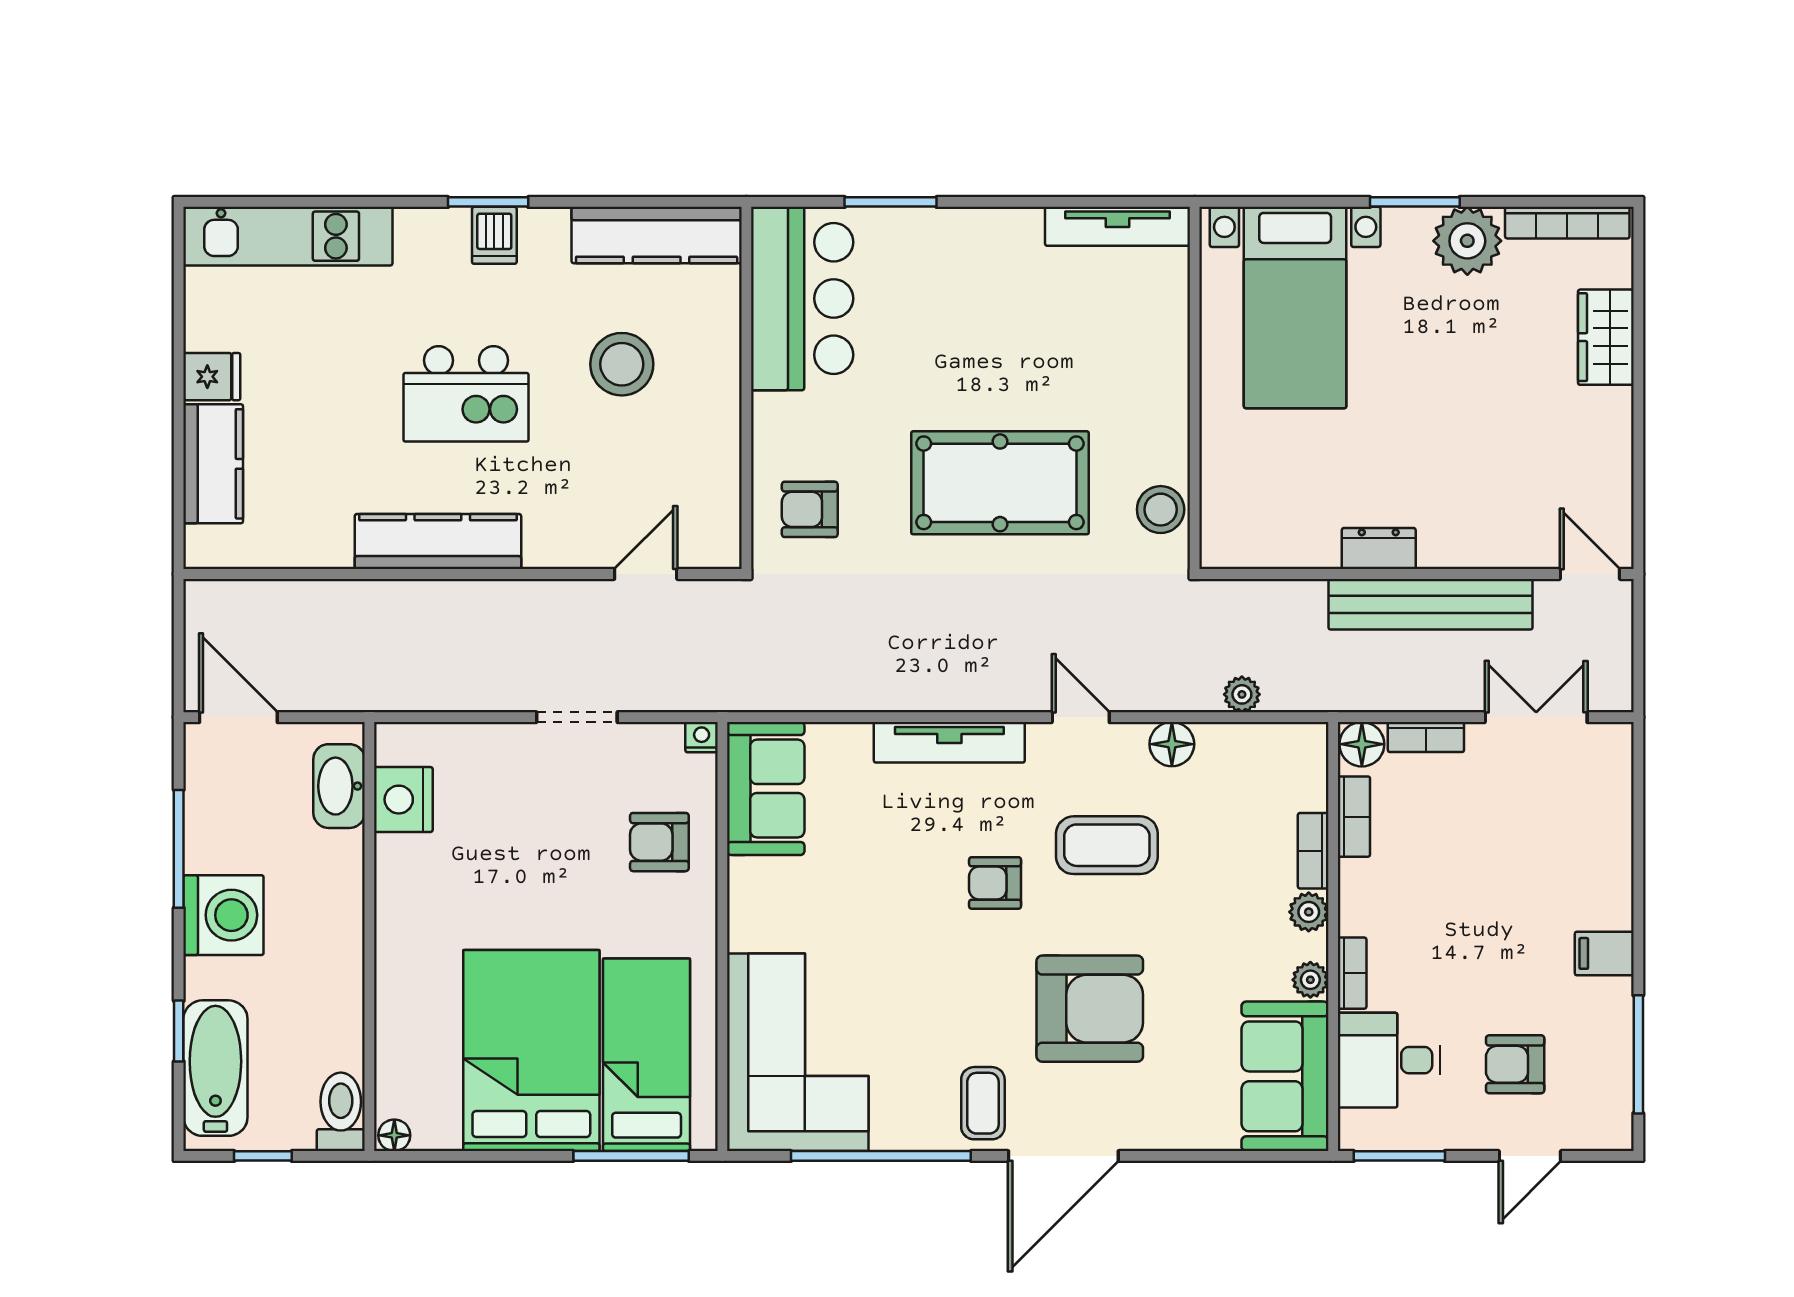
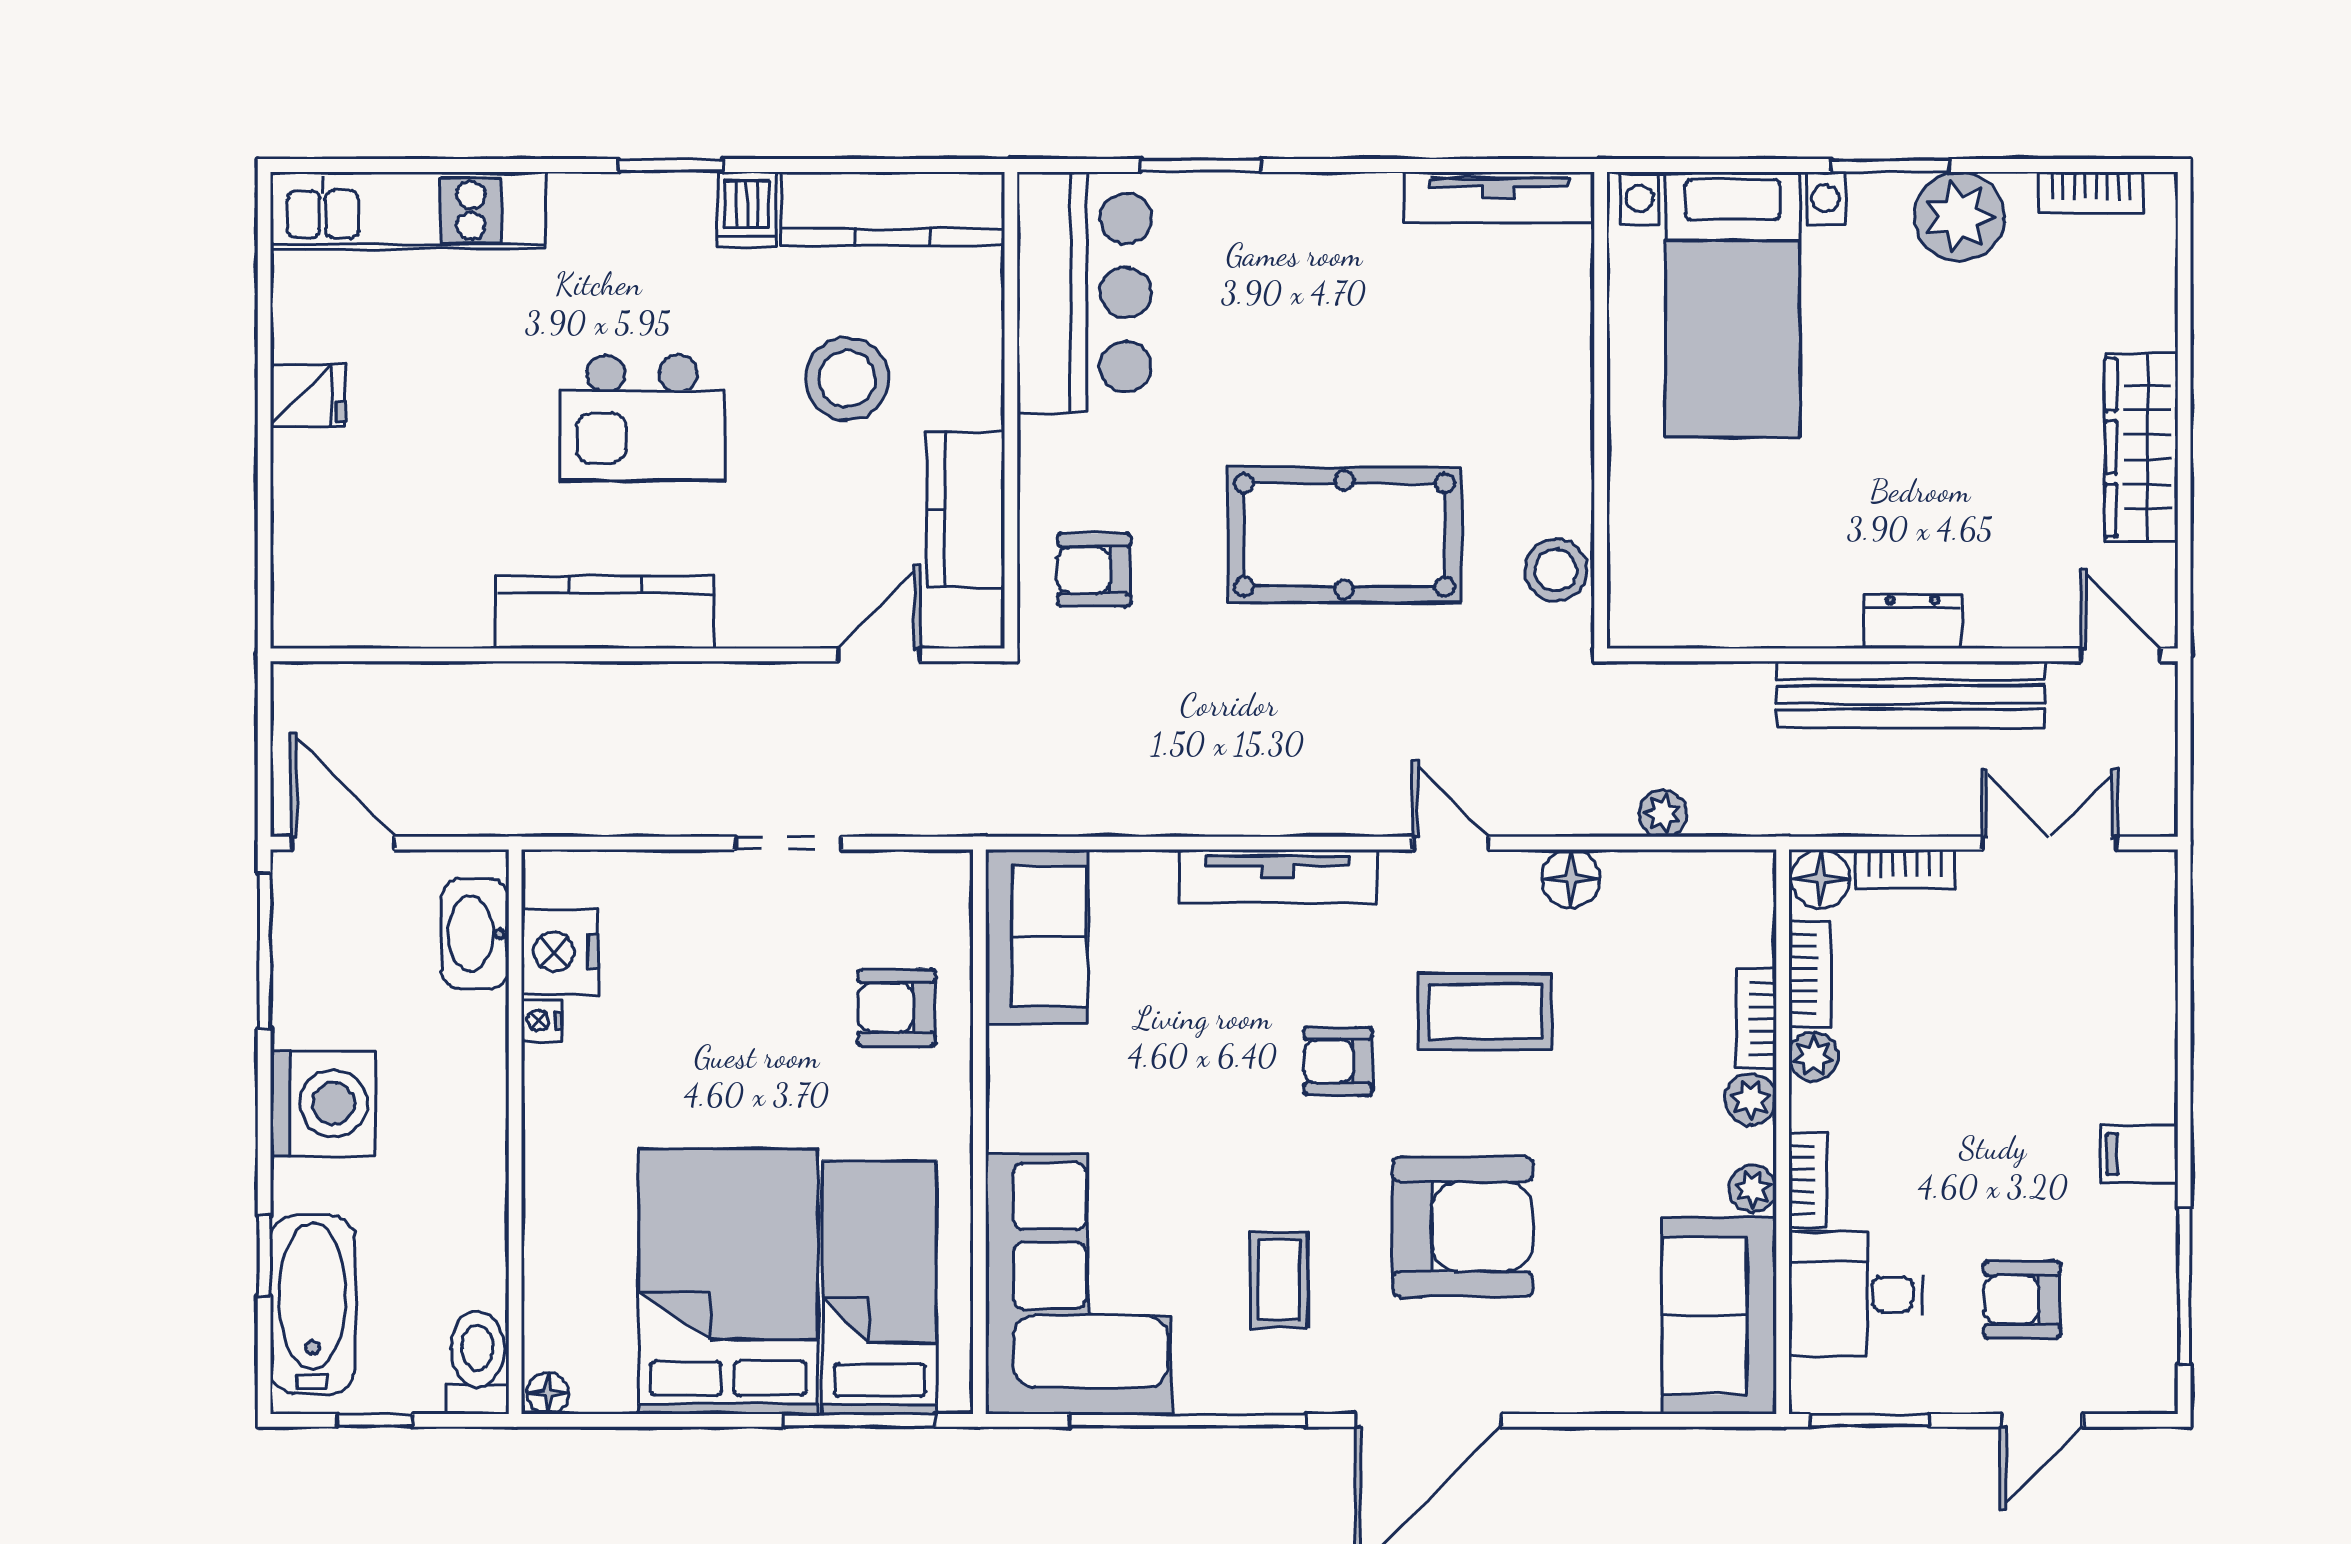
bookcase: (1567, 223) -> (2091, 193), width x0.64
dishwasher: (494, 235) -> (747, 209), moved
wardrobe: (1606, 337) -> (2141, 447), moved, width x1.50
kitchen counter: (213, 464) -> (965, 509), moved, turned 180
dresser: (1379, 549) -> (1913, 621), moved
nightstand: (702, 737) -> (541, 1021), moved, turned -90
window: (179, 849) -> (264, 951), moved
plant: (1357, 879) -> (1814, 1057), added
coffee table: (983, 1103) -> (1279, 1280), moved

